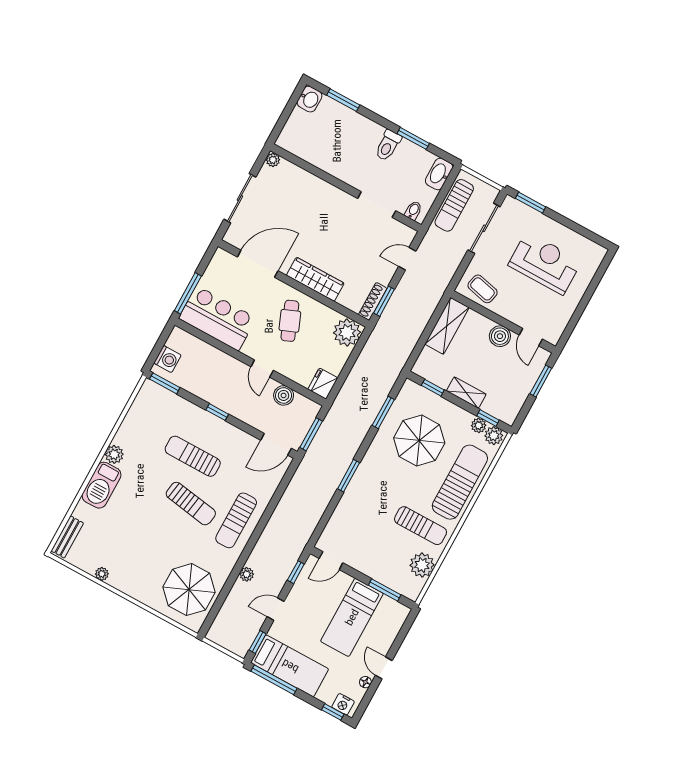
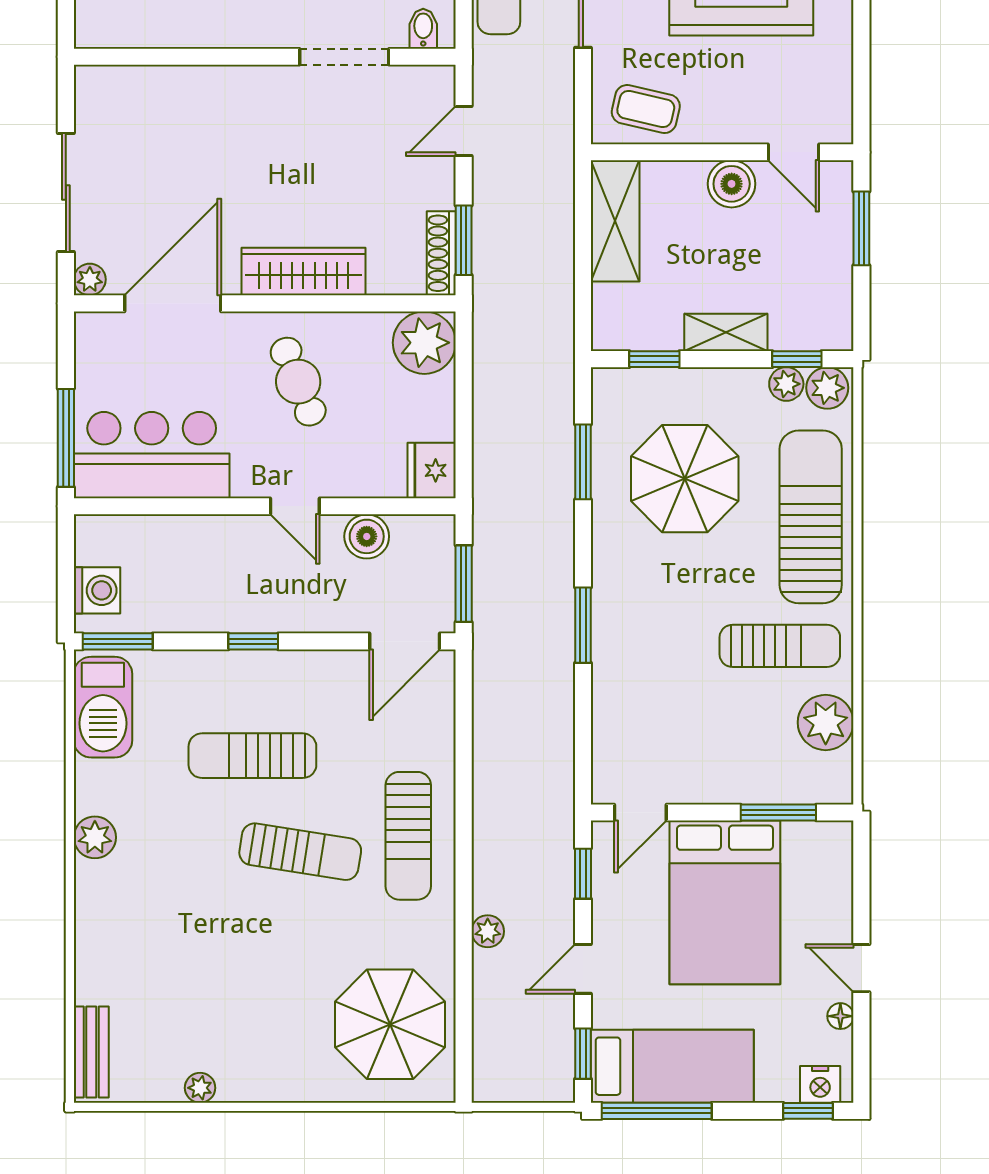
plant: (273, 160) -> (90, 279), moved
barbecue: (101, 485) -> (103, 707), moved
bed: (352, 617) -> (725, 902), width x1.50

